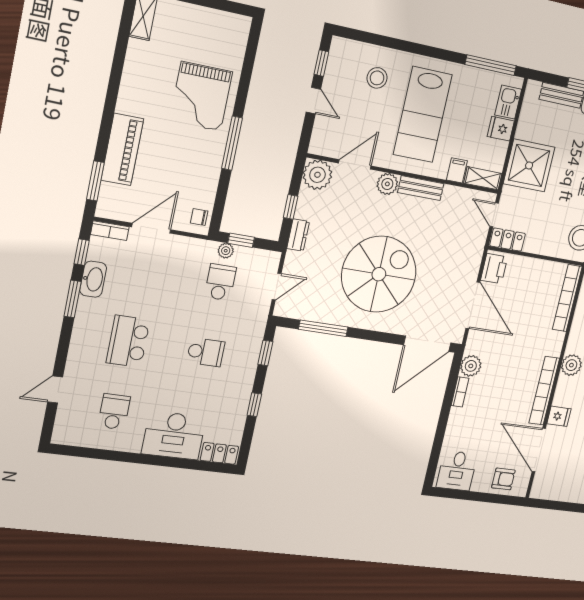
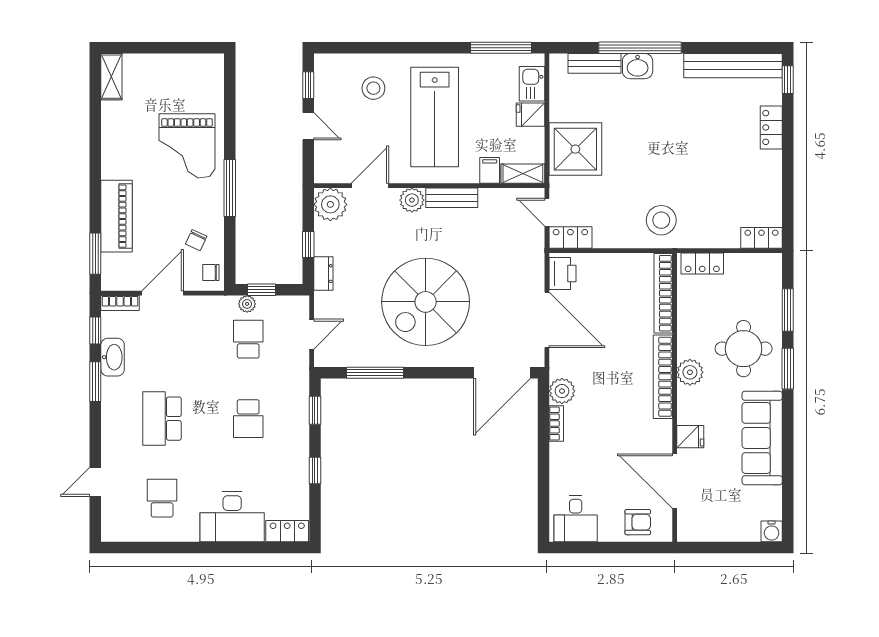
chair: (192, 185) -> (196, 240), added
spiral stairs: (379, 274) -> (426, 302), turned 180
school desk: (206, 352) -> (248, 419), turned 90
bookcase: (544, 391) -> (663, 377), moved

